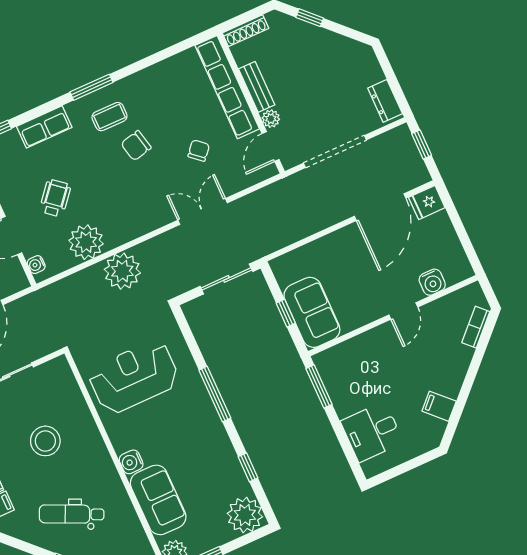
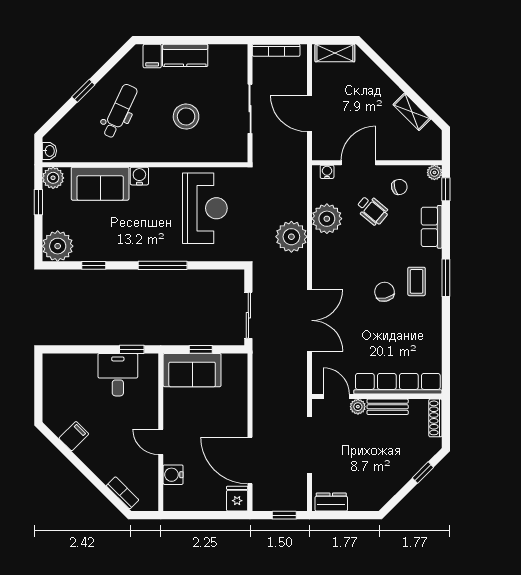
chair: (199, 151) -> (399, 187), moved, turned -56
double door: (203, 212) -> (309, 320), width x1.37
window: (319, 386) -> (132, 349), width x0.67
desk: (372, 432) -> (118, 375), moved

